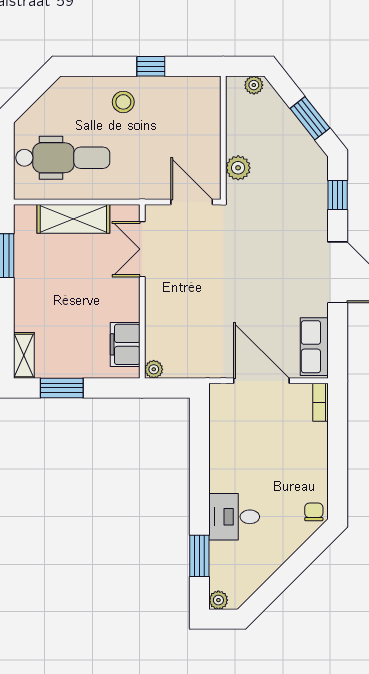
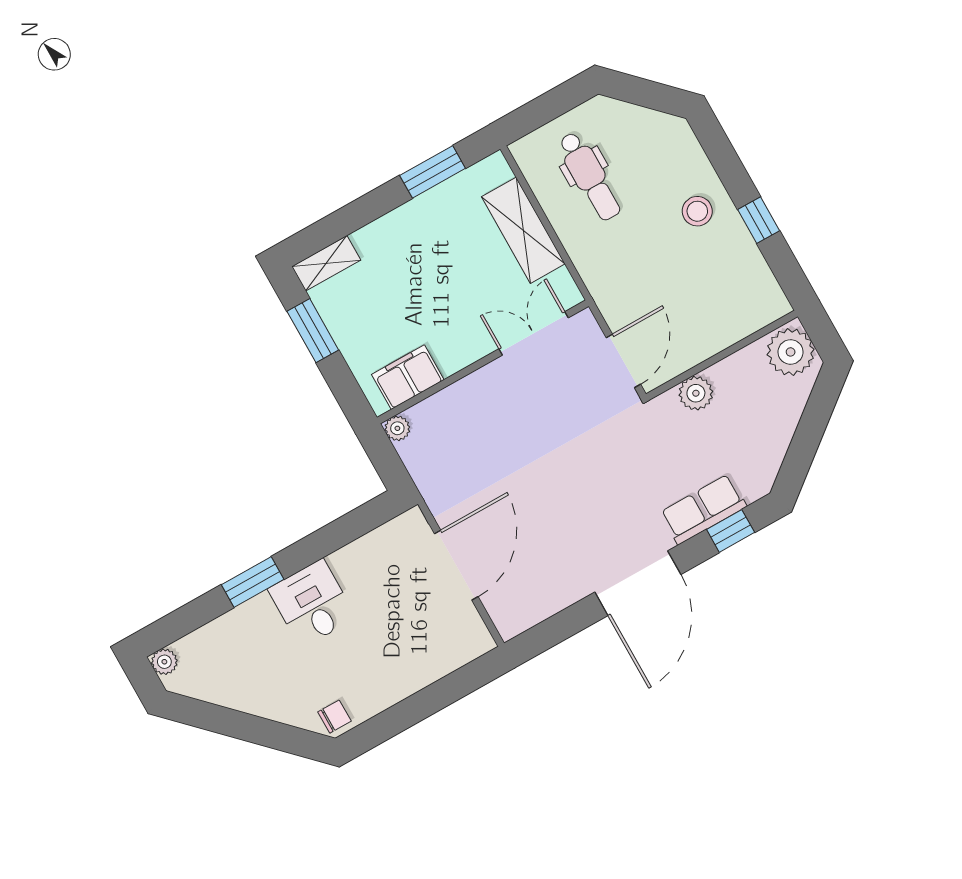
plant: (254, 85) -> (791, 352), width x1.88, depth x1.88
window: (310, 118) -> (804, 446), removed
dental chair: (63, 158) -> (589, 176), width x0.73, depth x0.72
row of seats: (314, 347) -> (703, 509), moved
bookcase: (320, 402) -> (470, 650), removed
desk: (234, 517) -> (312, 603), moved
window: (199, 556) -> (253, 582), moved

